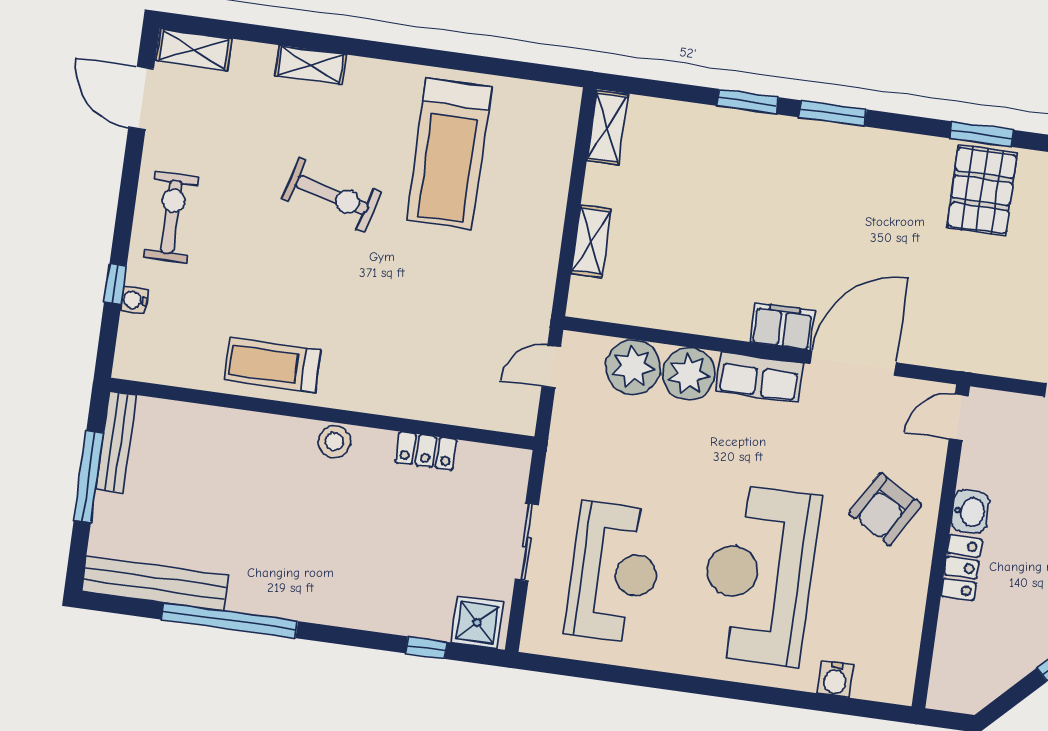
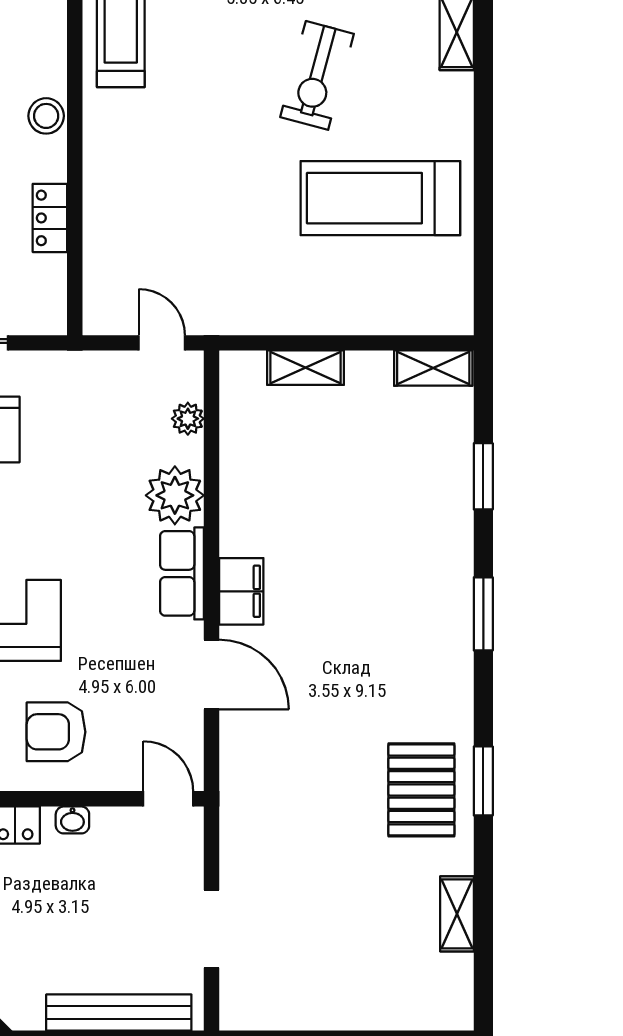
window: (748, 102) -> (483, 476), moved
pallet: (982, 190) -> (421, 790), turned 90
door: (853, 363) -> (212, 675), width x0.73
plant: (633, 367) -> (188, 419), width x0.53, depth x0.53
armchair: (885, 509) -> (56, 732), turned -30
washbasin: (970, 512) -> (72, 820), width x0.72, depth x0.69

